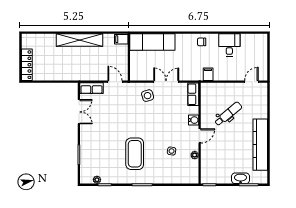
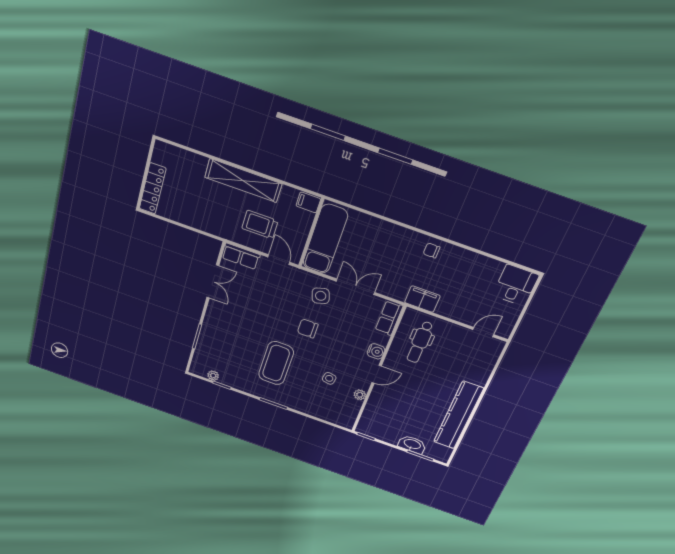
exam couch: (152, 42) -> (325, 239), moved, turned -90
desk: (229, 45) -> (516, 285), moved
trolley: (97, 63) -> (260, 225), added
filing cabinet: (208, 74) -> (422, 299), width x2.00
dental chair: (228, 114) -> (420, 342), moved, turned 130
chair: (147, 121) -> (308, 328), added

